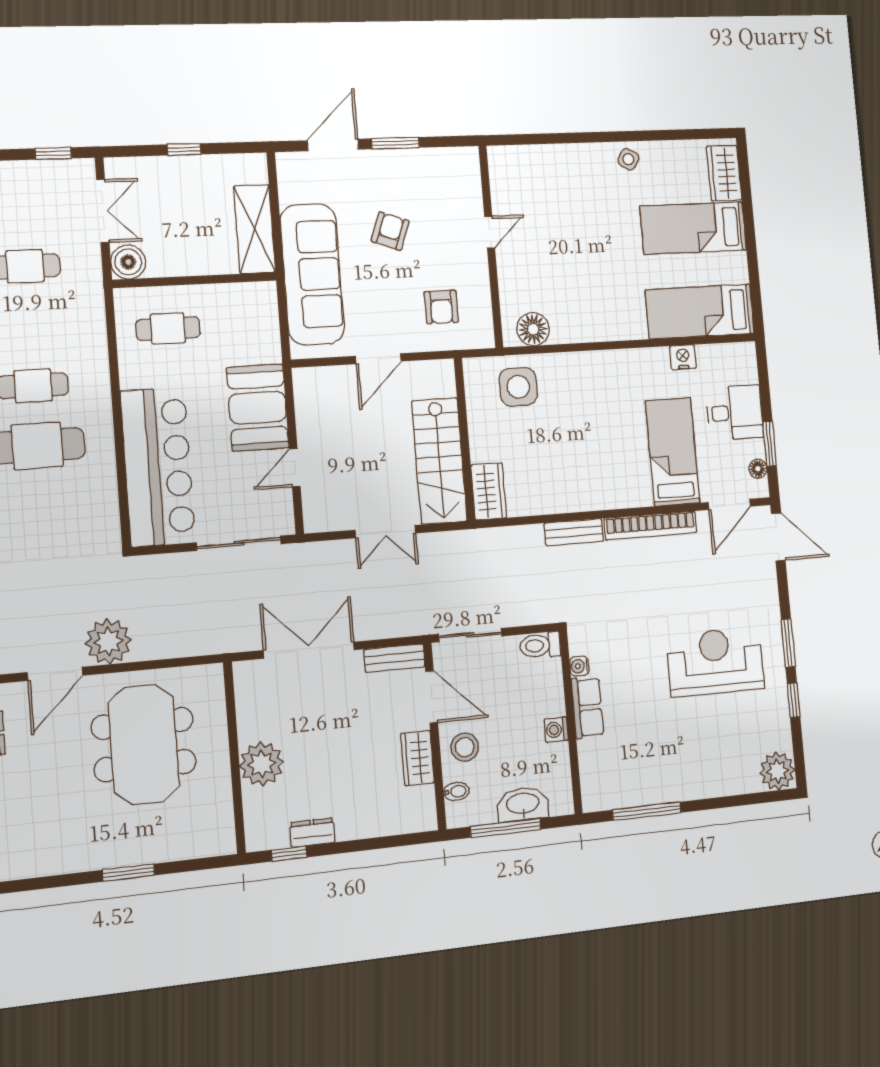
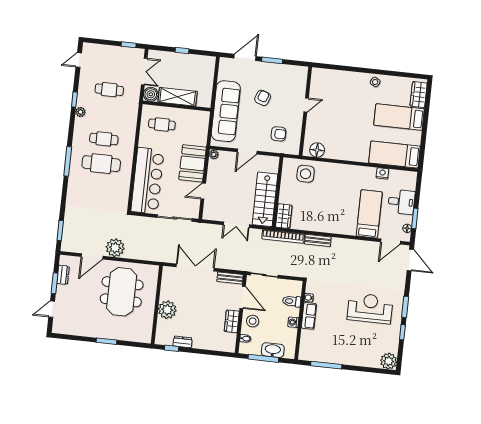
shelving: (255, 229) -> (178, 97), moved, turned 90
armchair: (441, 307) -> (278, 134), turned -90
plant: (303, 378) -> (214, 154), added
bookcase: (650, 525) -> (283, 236), moved
toilet: (540, 645) -> (292, 301), moved

